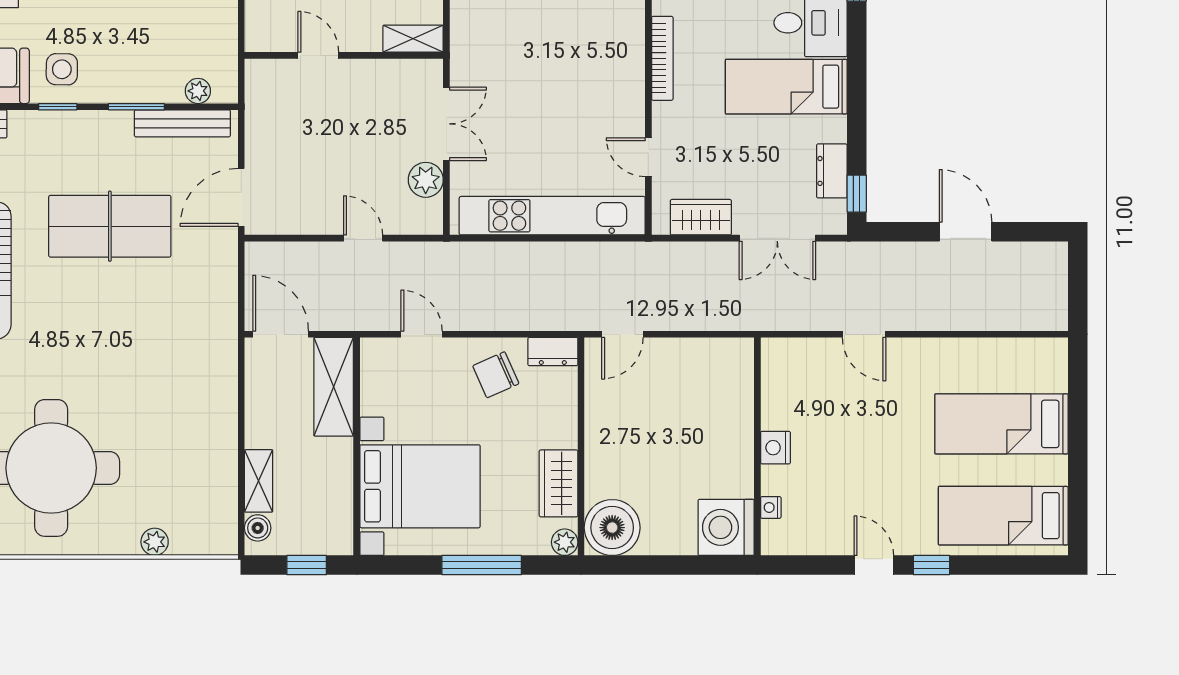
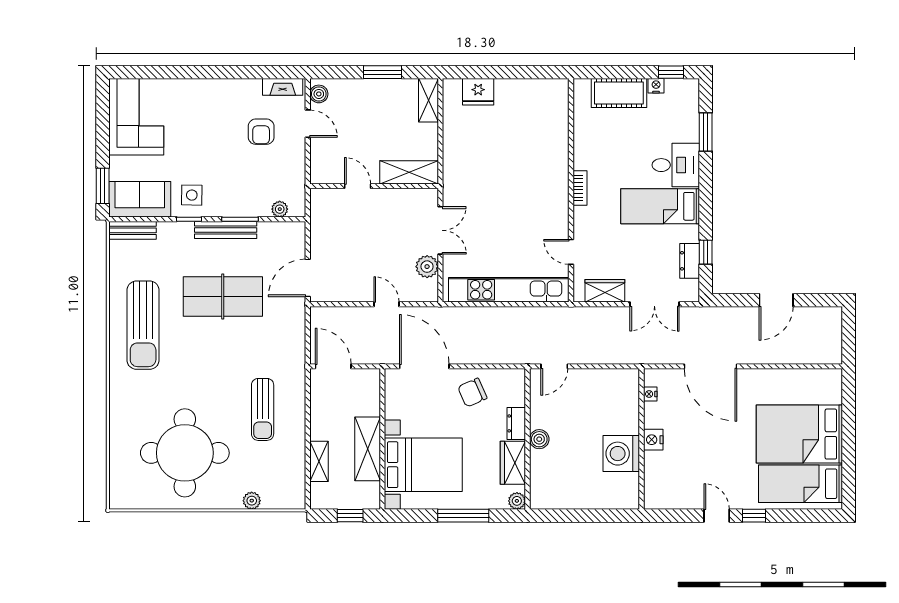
shelving: (413, 39) -> (409, 172), width x1.50, depth x1.33
bookcase: (662, 58) -> (580, 188), width x0.64
bench: (182, 123) -> (226, 230), moved
window: (857, 194) -> (706, 252), moved
door: (966, 232) -> (776, 300), swing flipped
door: (422, 334) -> (424, 366), width x1.87
door: (864, 334) -> (710, 366), width x1.88
dresser: (553, 352) -> (516, 423), moved, turned 90
shelving: (334, 387) -> (368, 449), moved
sun lounger: (171, 401) -> (263, 409), added
bed: (1002, 424) -> (799, 434), width x1.50
nightstand: (771, 507) -> (650, 394), moved
washing machine: (726, 527) -> (621, 454), moved
boiler: (258, 528) -> (318, 492), removed
boiler: (612, 528) -> (539, 439), moved, width x0.54, depth x0.54

